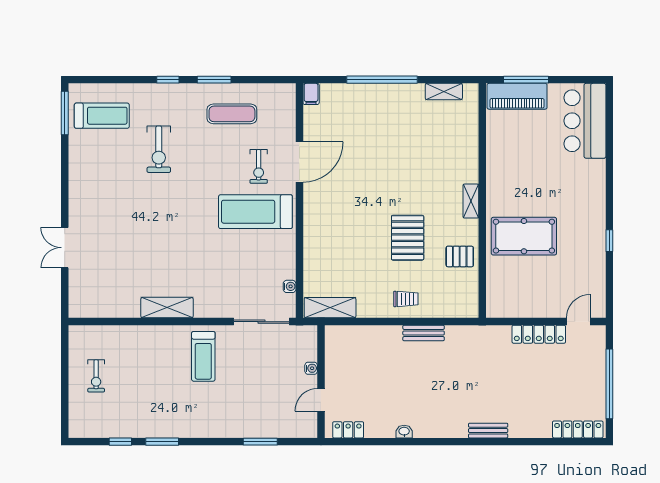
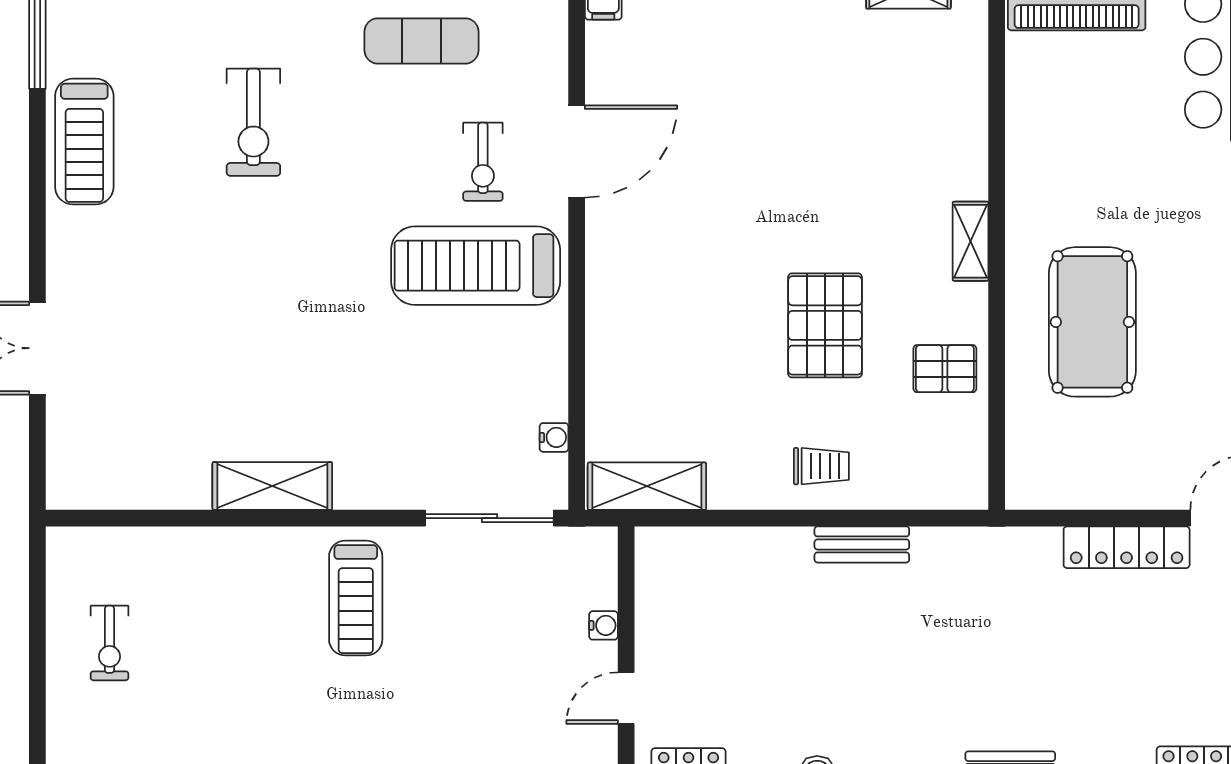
treadmill: (102, 116) -> (84, 142), moved, turned 90
pool table: (524, 236) -> (1092, 322), turned 90

